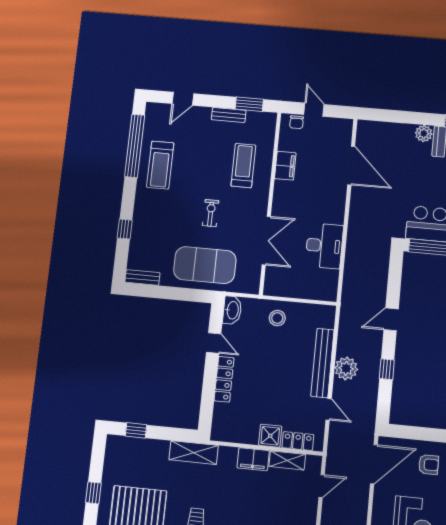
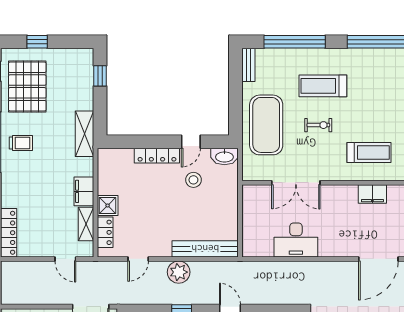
treadmill: (160, 165) -> (323, 86), moved
window: (125, 229) -> (295, 42), width x3.17
stool: (277, 318) -> (193, 180), moved
bench: (322, 363) -> (205, 249), moved

